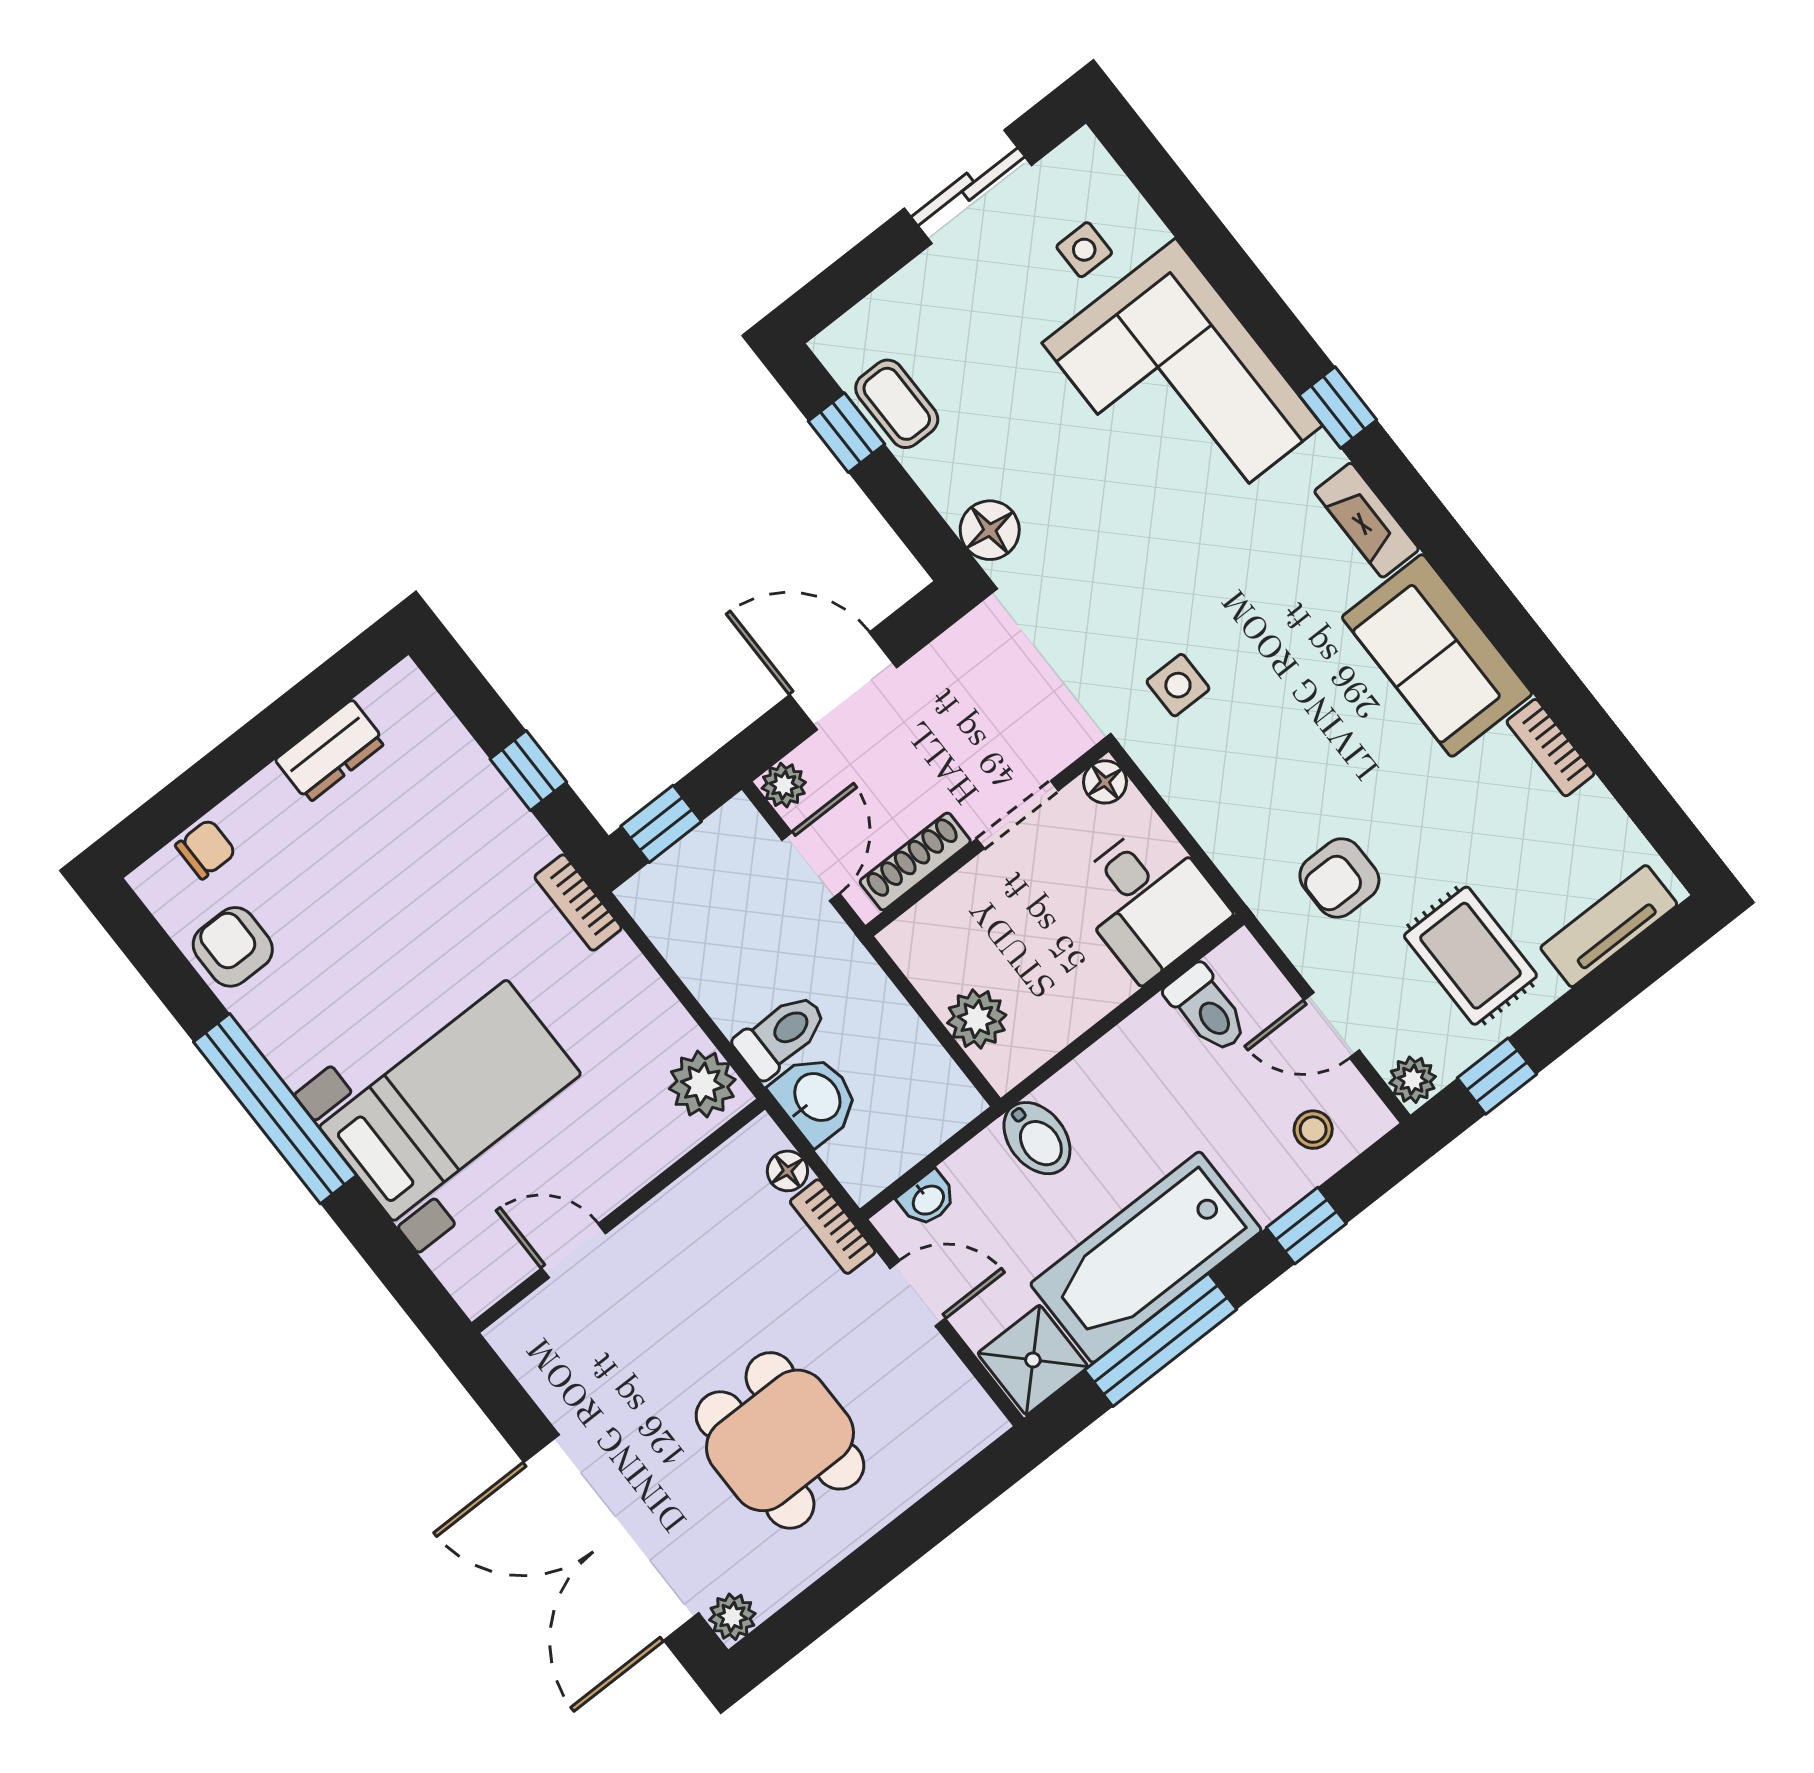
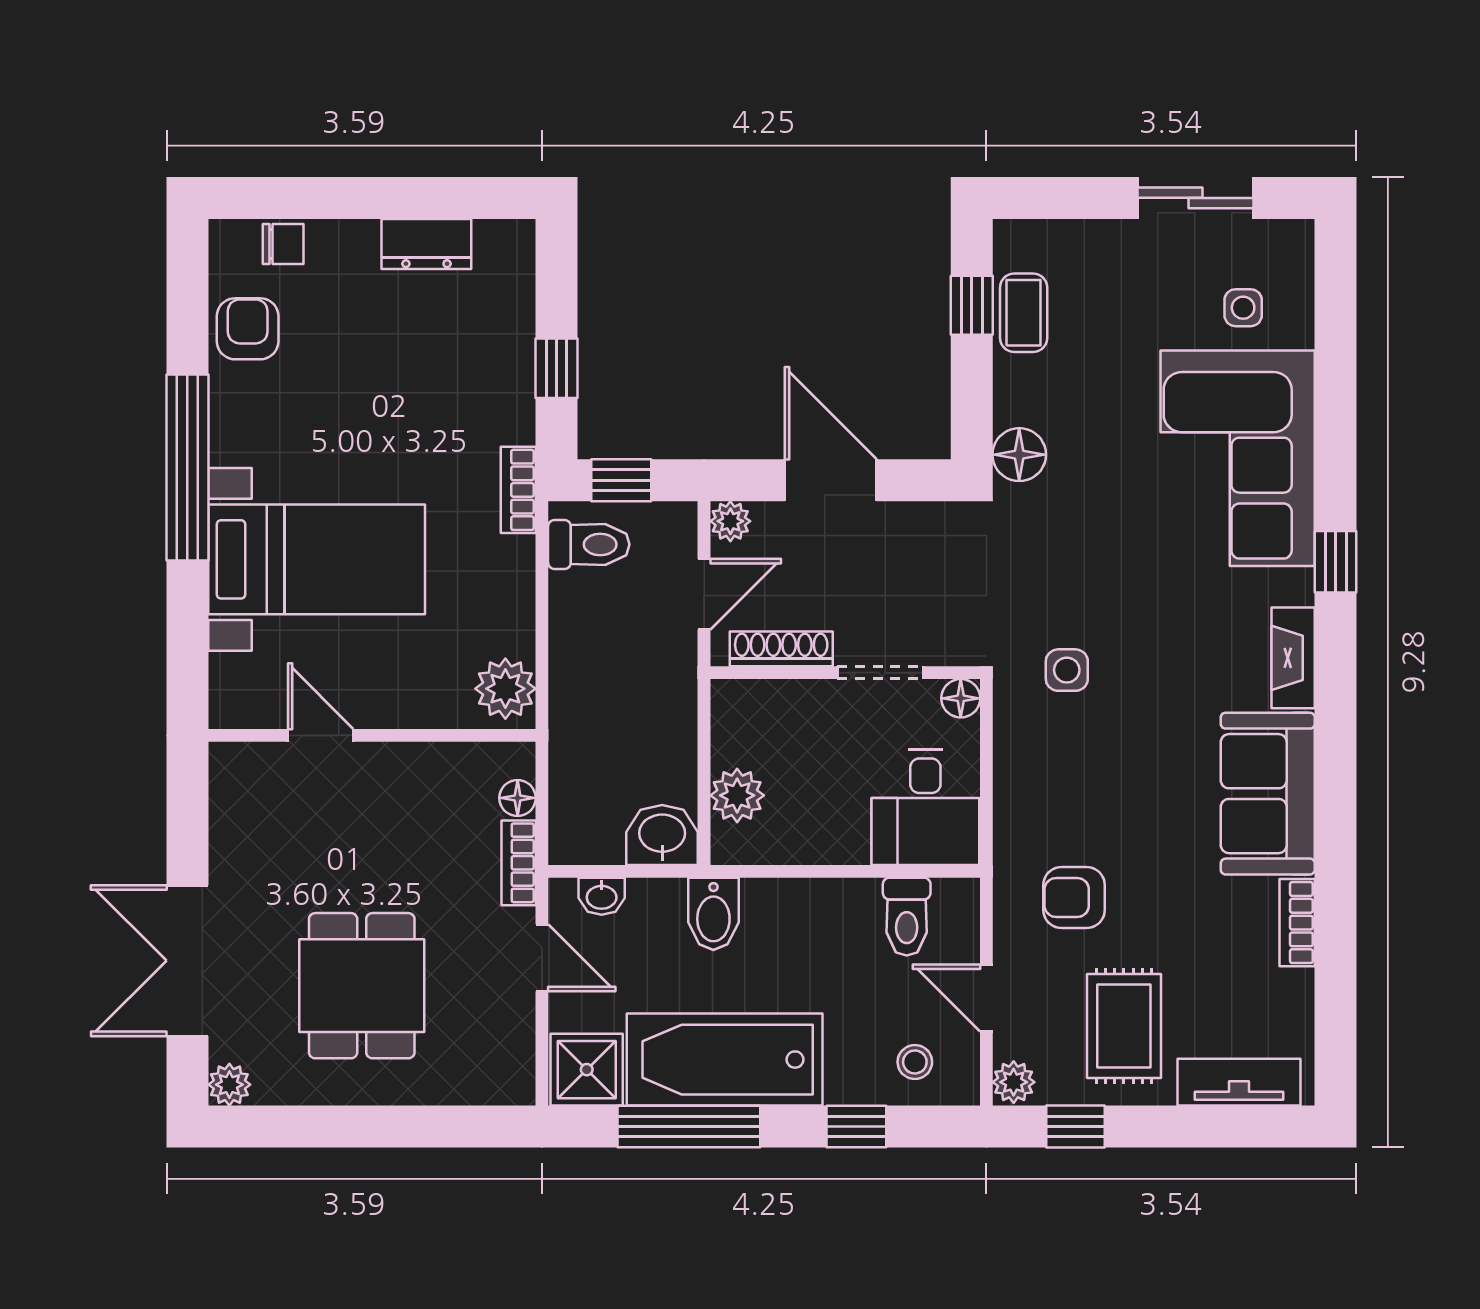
toilet: (781, 1035) -> (589, 544), moved
washbasin: (816, 1098) -> (662, 835), moved, turned -90
double door: (611, 1538) -> (187, 961), width x0.73

